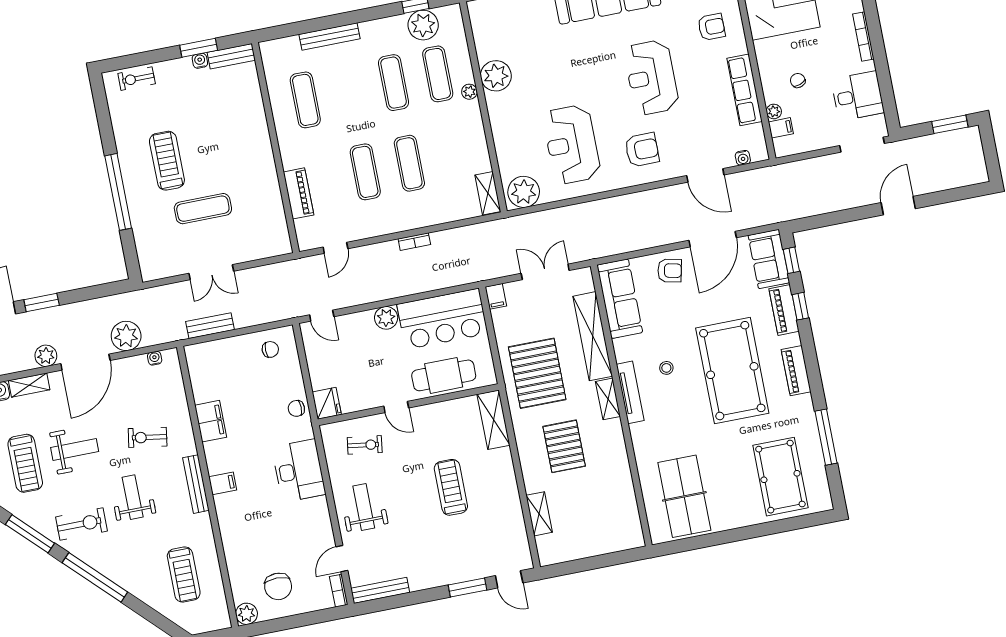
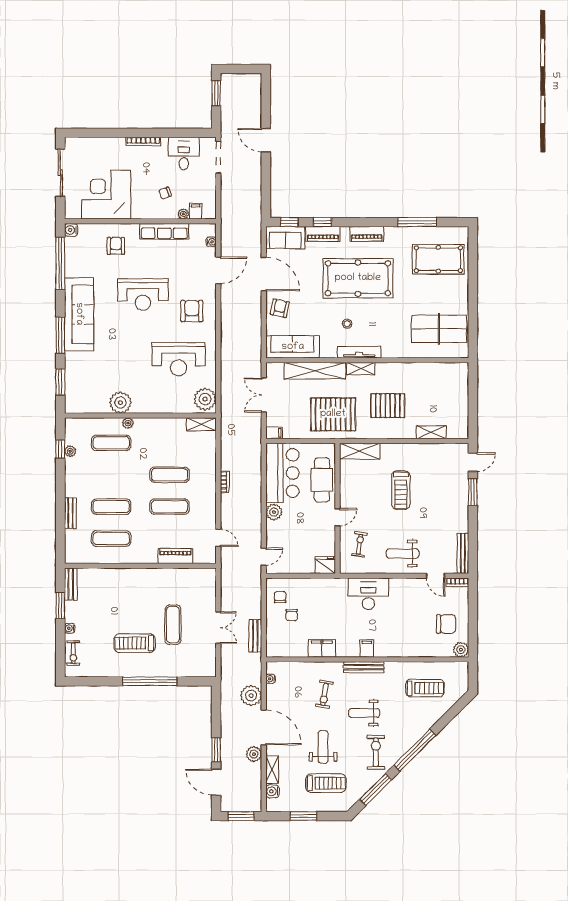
plant: (423, 25) -> (70, 451), width x0.53, depth x0.53
bench: (329, 37) -> (70, 513), width x0.73
water cooler: (200, 61) -> (70, 628), moved
exercise mat: (394, 83) -> (111, 507), moved
chair: (296, 408) -> (292, 615), moved
treadmill: (451, 487) -> (401, 490), turned -90

